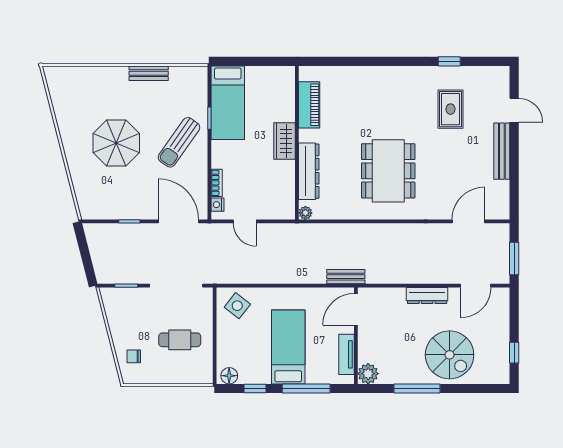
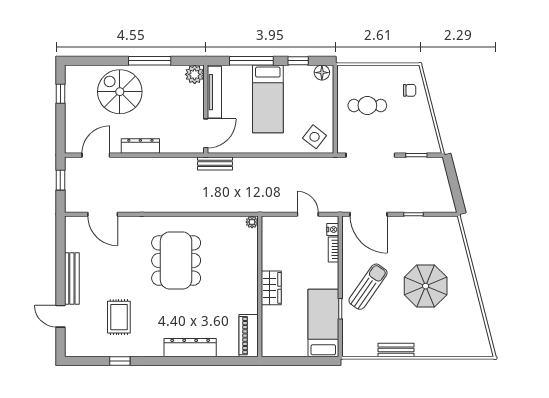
piano: (309, 105) -> (249, 336), moved
dresser: (309, 171) -> (190, 348), moved, turned 90
door: (468, 221) -> (103, 214), hinge flipped
window: (514, 258) -> (60, 180), width x0.67
tv unit: (346, 354) -> (214, 92), width x1.41

